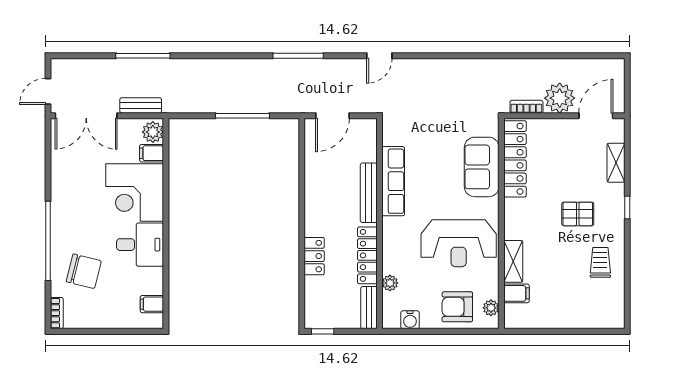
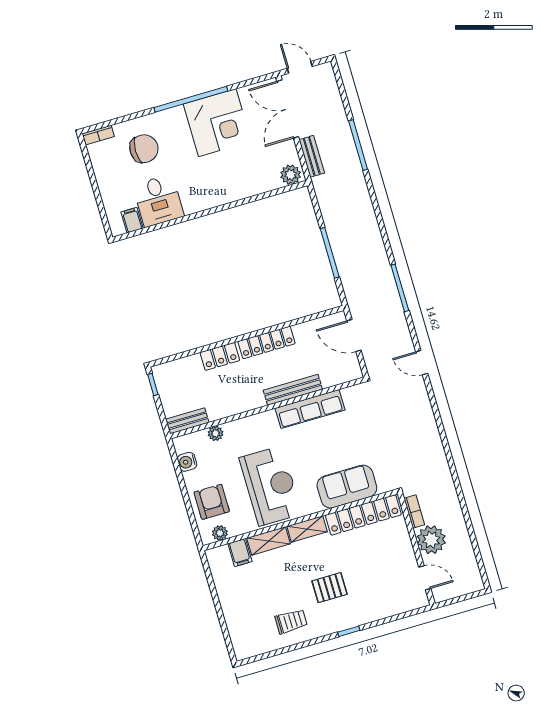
door: (596, 116) -> (425, 578), width x0.73
filing cabinet: (152, 153) -> (271, 179), removed
shelving: (616, 163) -> (307, 529), moved
corner desk: (135, 192) -> (217, 123), moved, turned 180
pallet: (578, 214) -> (330, 588), turned 90
window: (48, 241) -> (191, 99), moved
reception desk: (459, 243) -> (271, 486), turned 180
desk: (140, 245) -> (158, 201), moved
locker: (367, 255) -> (267, 342), moved, turned 180
chair: (84, 271) -> (144, 149), turned -104

